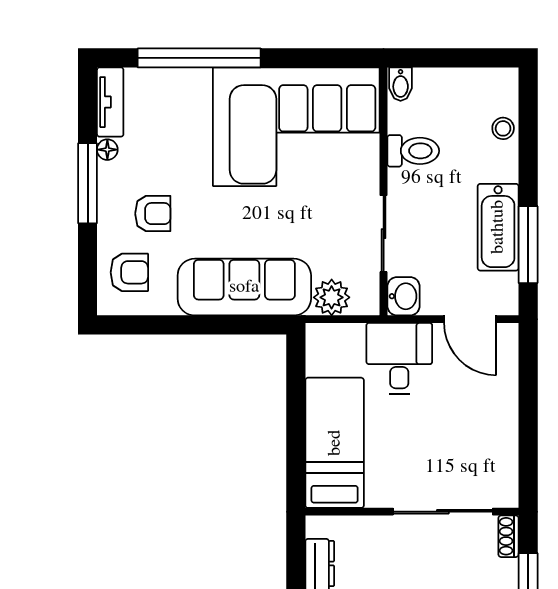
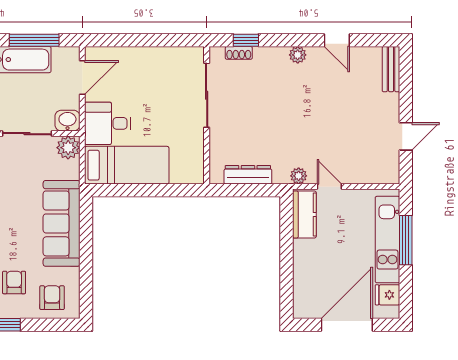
plant: (332, 297) -> (68, 148), moved
bed: (335, 443) -> (127, 165), moved, turned 180
shoe rack: (508, 536) -> (239, 53), moved

